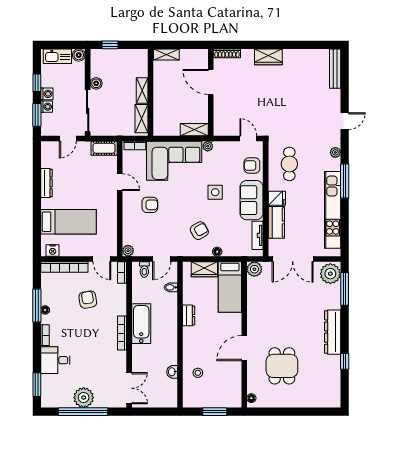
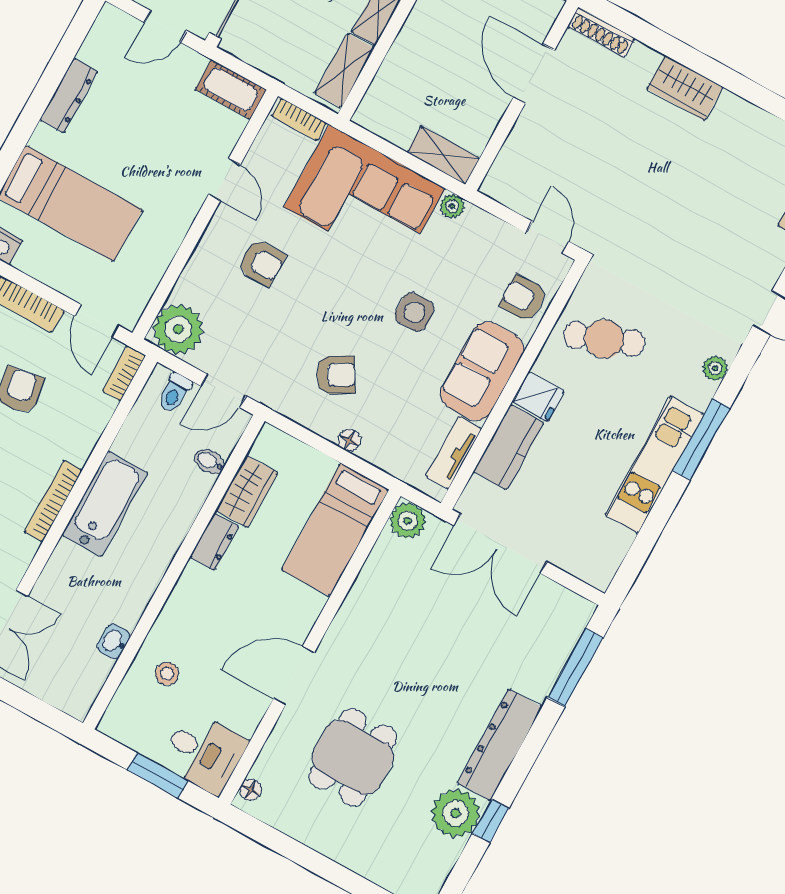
cafe table: (289, 164) -> (604, 339), turned 69
kitchen unit: (333, 210) -> (654, 465), width x0.73
plant: (128, 251) -> (178, 329), width x1.88, depth x1.88
wardrobe: (204, 269) -> (247, 491), moved, turned -90
plant: (330, 274) -> (456, 813), moved
desk: (227, 394) -> (204, 753), added

